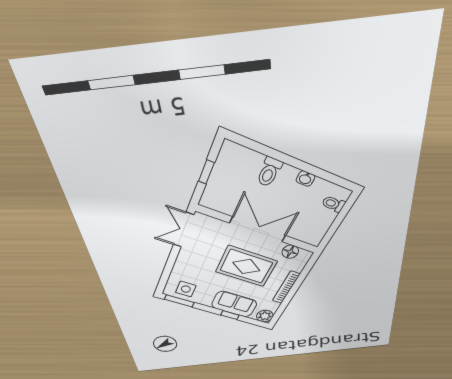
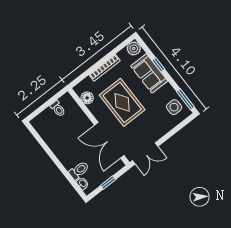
toilet: (269, 172) -> (79, 170), moved
washbasin: (305, 179) -> (83, 183), moved
toilet: (333, 204) -> (58, 109), moved
double door: (258, 229) -> (109, 140), moved

